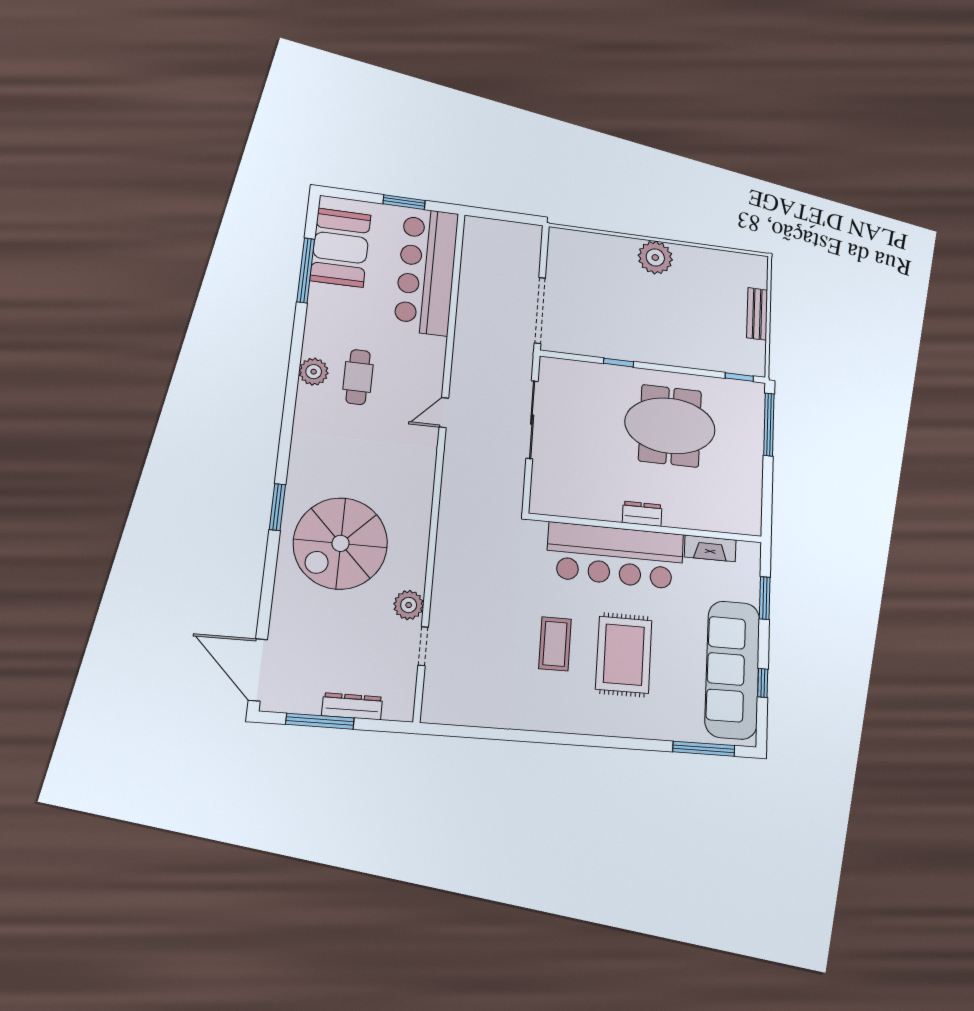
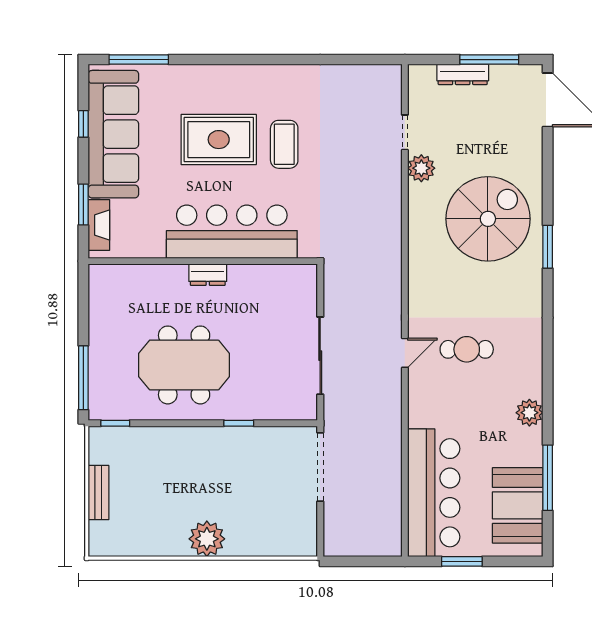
plant: (314, 372) -> (529, 413), moved
cafe table: (358, 377) -> (467, 349), moved, turned 90
fireplace: (710, 548) -> (99, 225), moved, turned 90
rug: (624, 655) -> (219, 140), turned 90

